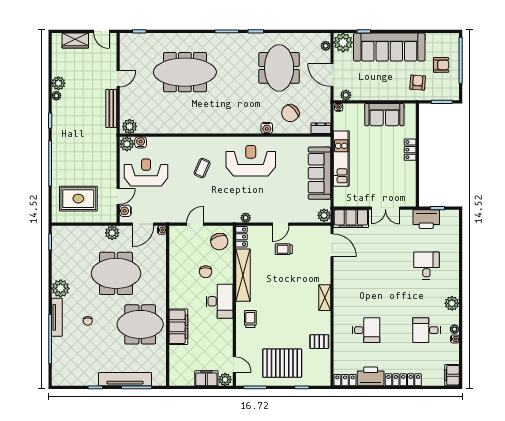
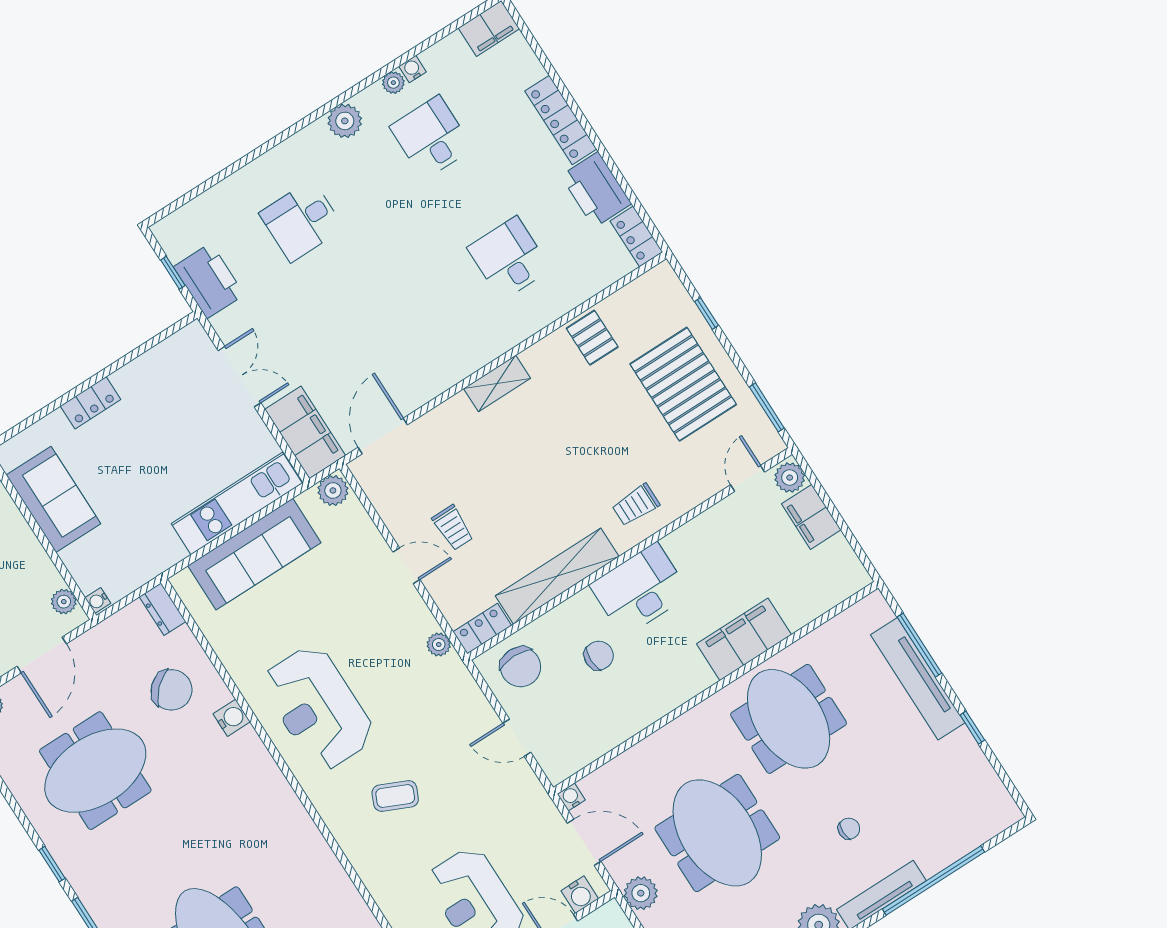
kitchen unit: (341, 159) -> (237, 503), moved
chair: (219, 242) -> (521, 667), turned 107
desk: (426, 330) -> (431, 137), turned 180

